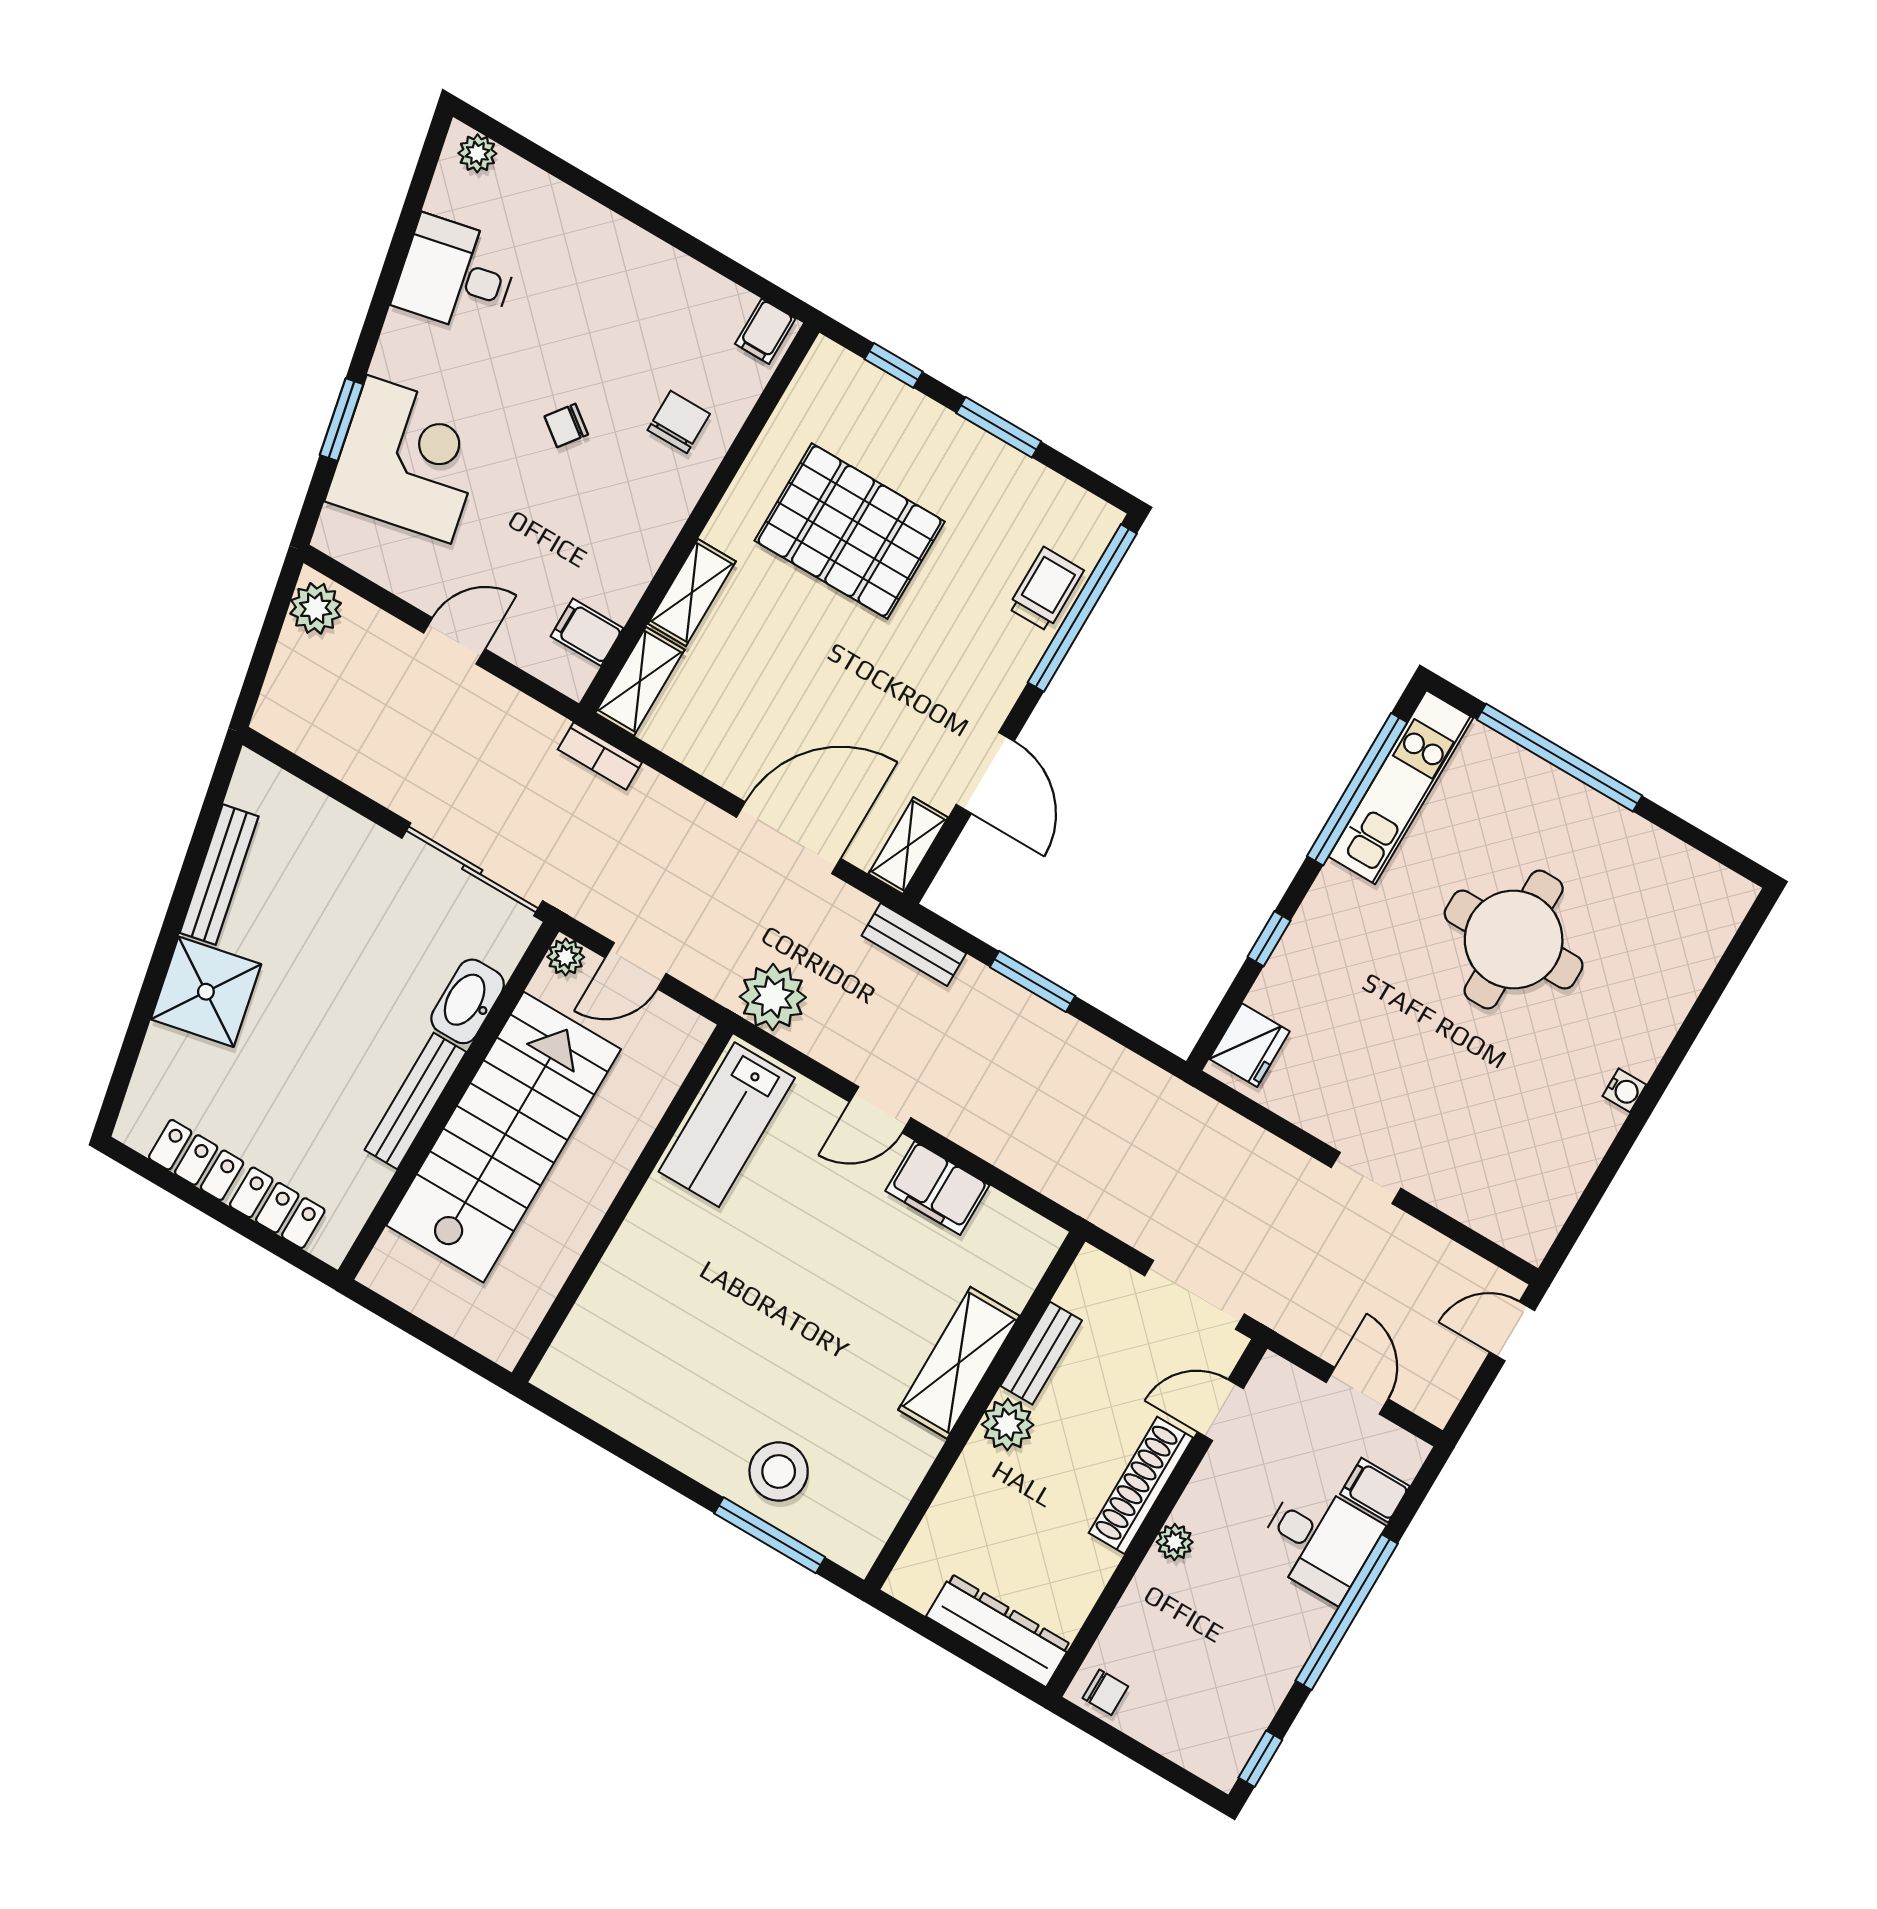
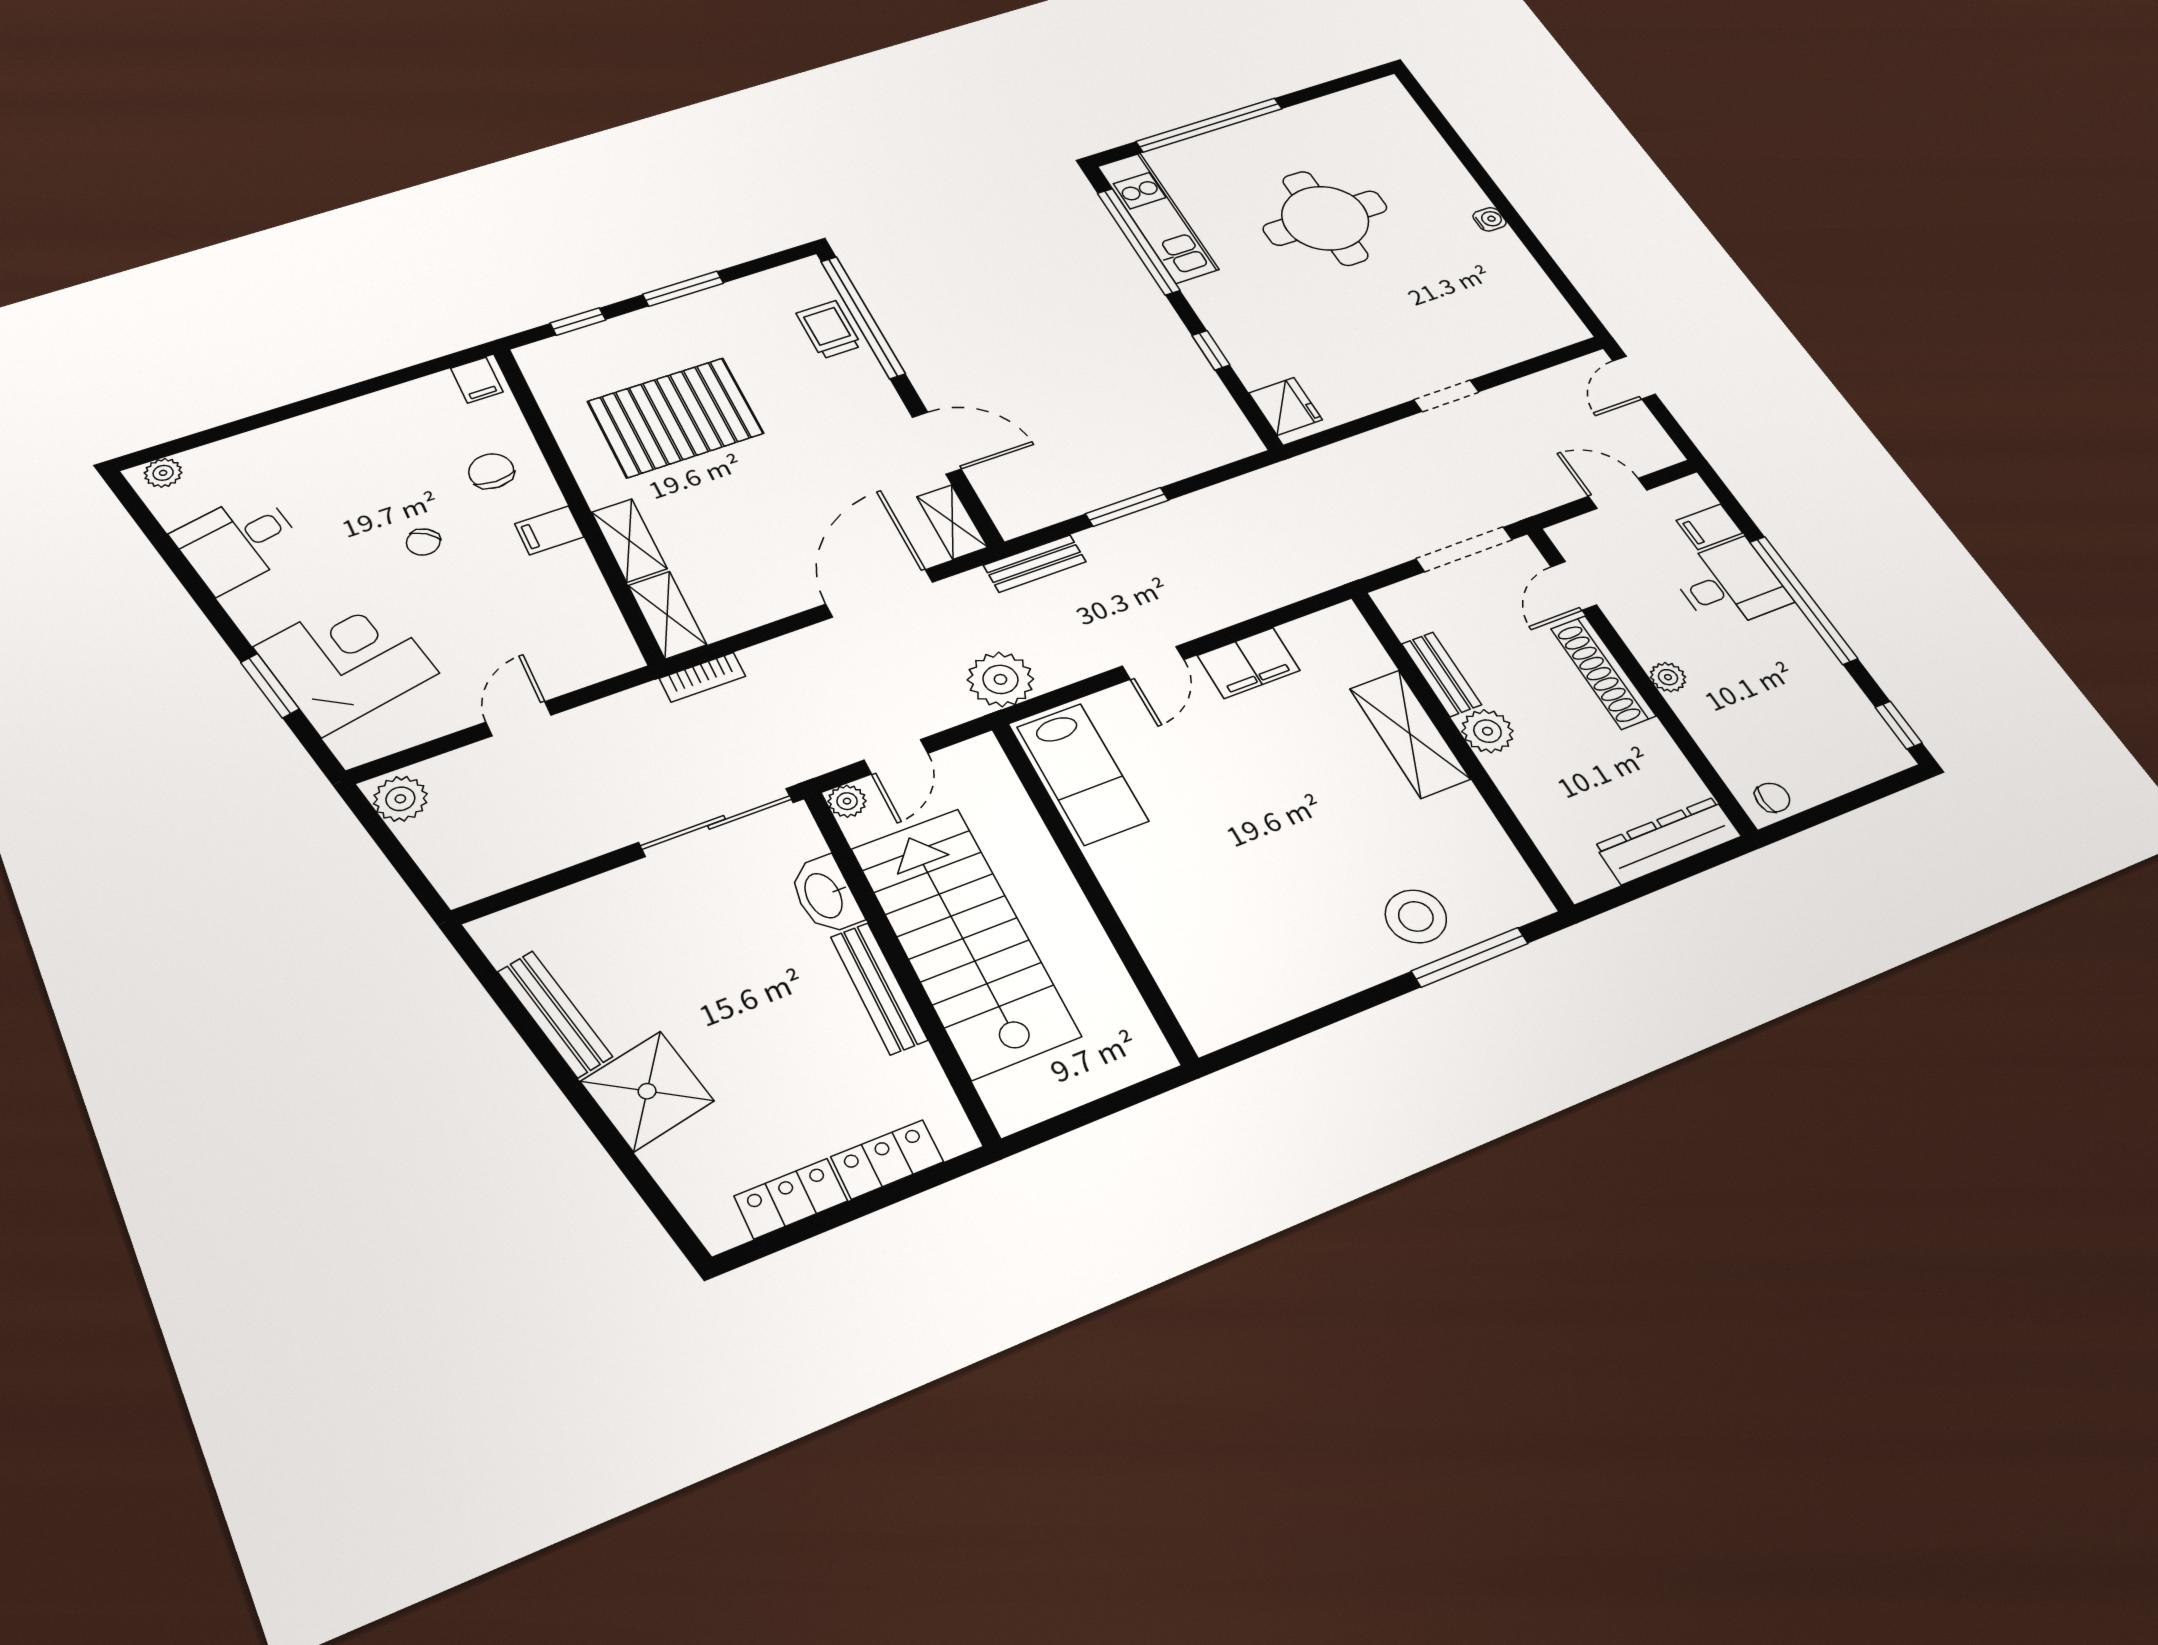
filing cabinet: (587, 632) -> (549, 530), moved

